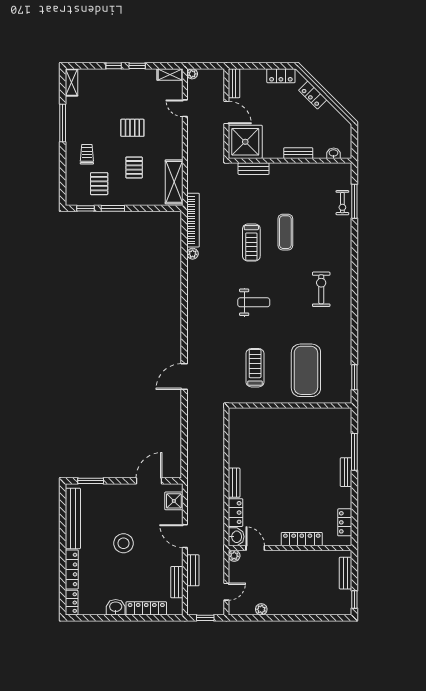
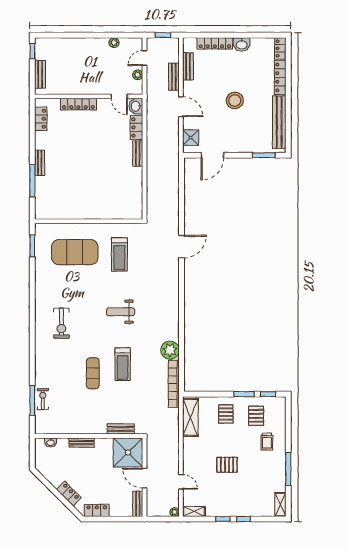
pallet: (134, 167) -> (226, 414), moved
treadmill: (251, 243) -> (123, 364), turned 180
plant: (193, 254) -> (170, 350), width x1.88, depth x1.88
exercise mat: (306, 370) -> (75, 252), turned 90
plant: (234, 556) -> (138, 75), moved

